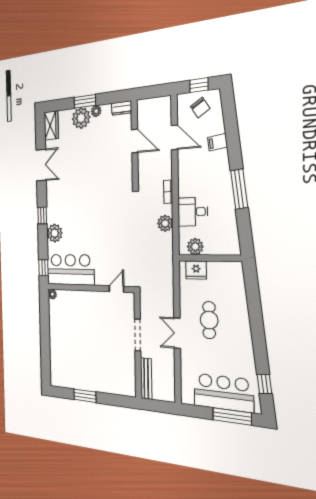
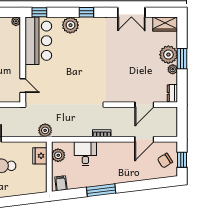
filing cabinet: (218, 142) -> (61, 183), moved
plant: (165, 223) -> (45, 130), moved

